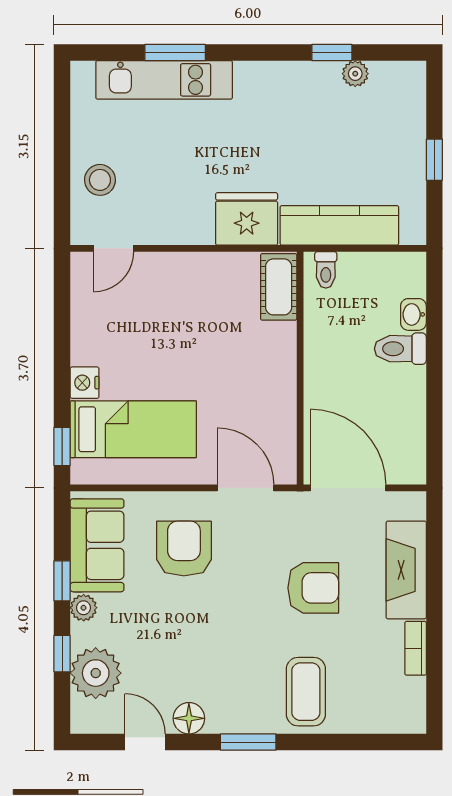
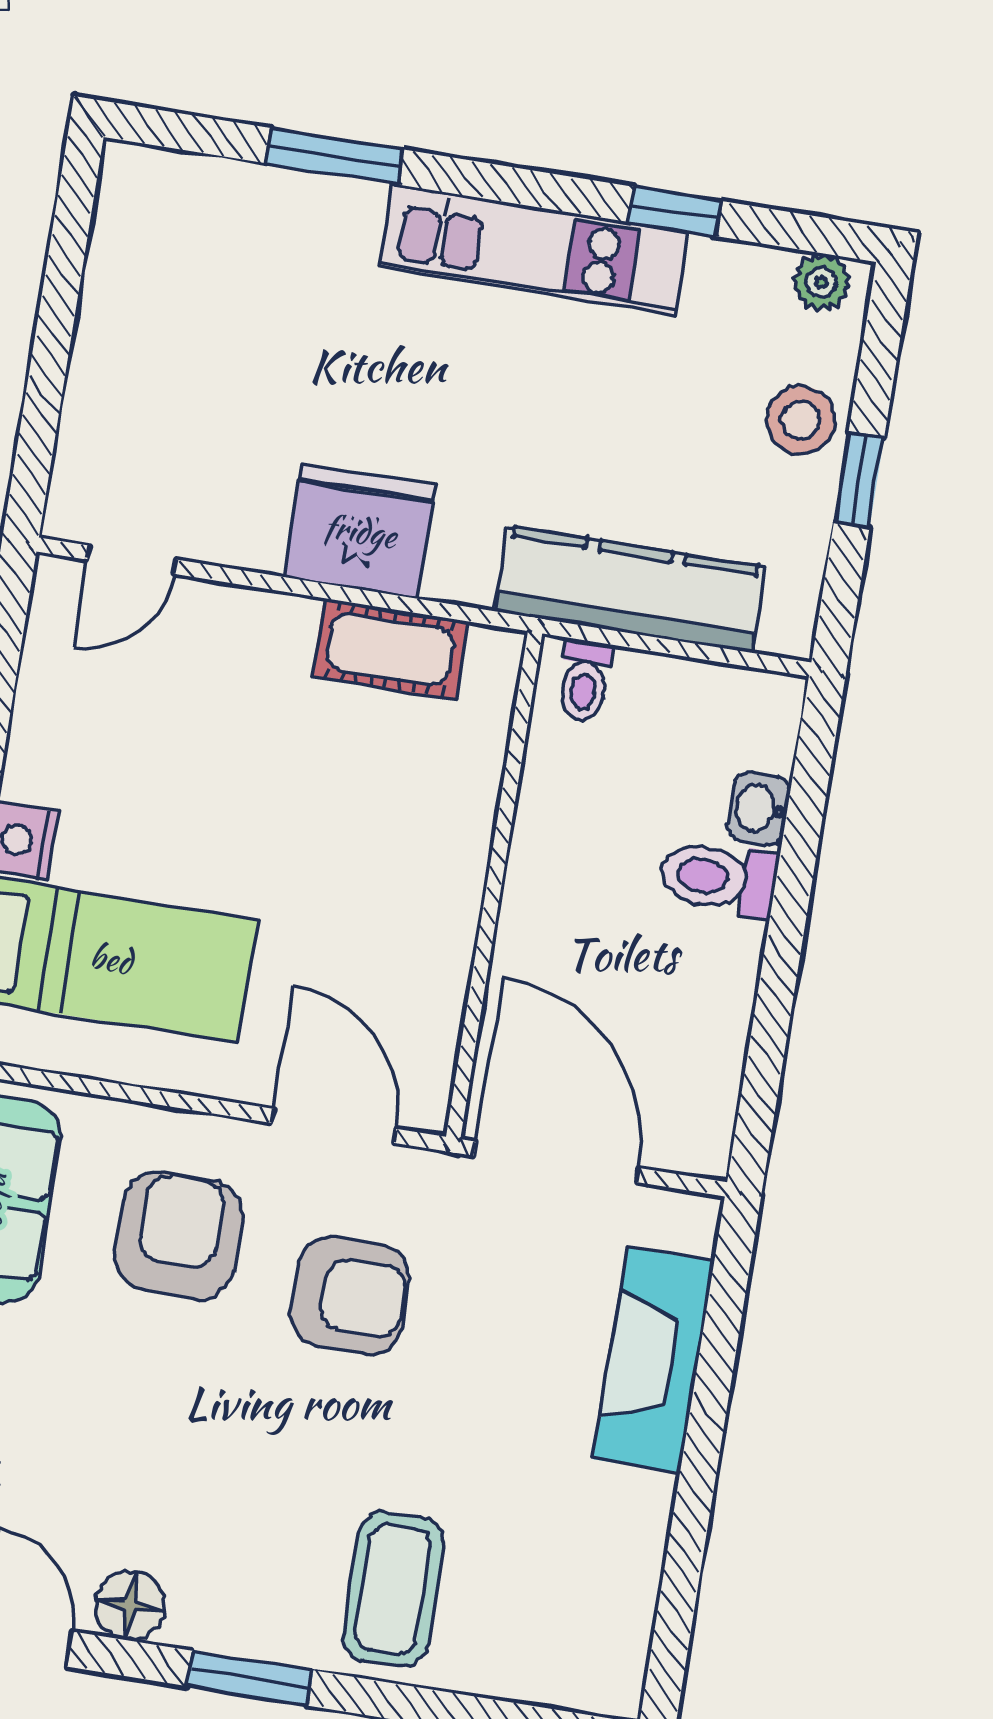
plant: (355, 74) -> (821, 282), moved
kitchen unit: (164, 80) -> (533, 249), moved
stool: (100, 180) -> (801, 420), moved
fridge: (247, 219) -> (360, 531), moved
cot: (279, 287) -> (390, 649), moved, turned 90
armchair: (313, 588) -> (350, 1296), moved
bookcase: (416, 648) -> (646, 1534), removed

